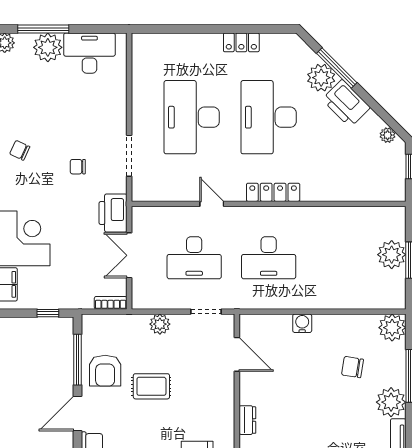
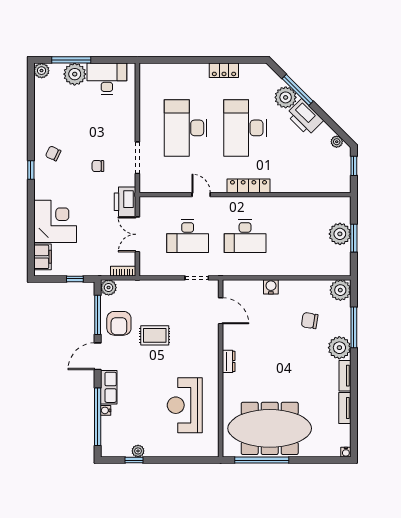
plant: (160, 324) -> (109, 287), moved

